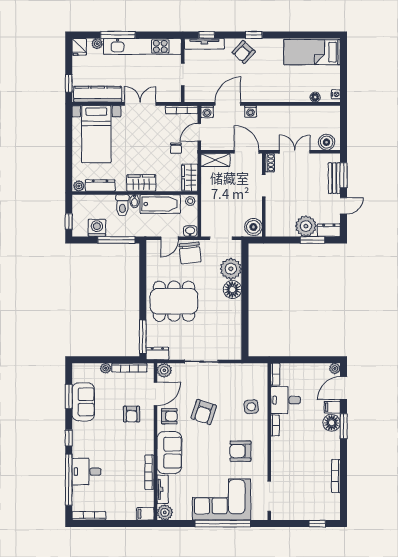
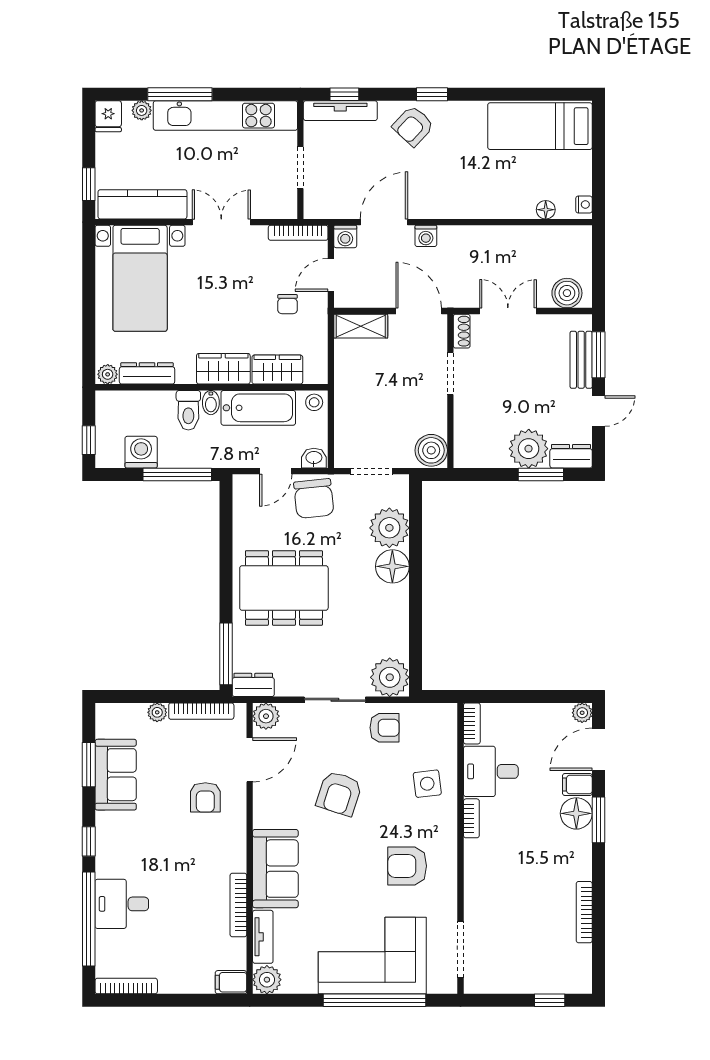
wardrobe: (190, 178) -> (277, 370), moved, turned 90
plant: (231, 349) -> (390, 677), added
armchair: (169, 416) -> (385, 728), moved

